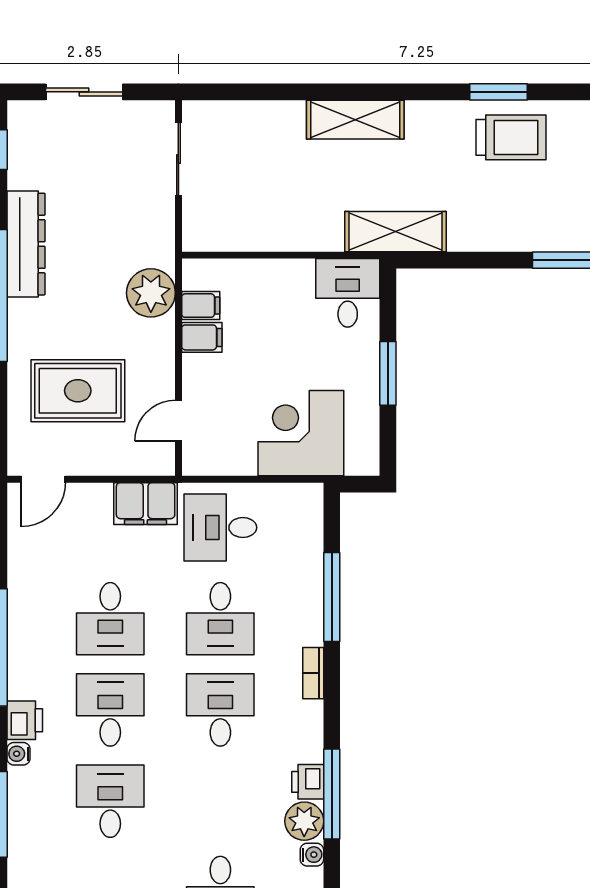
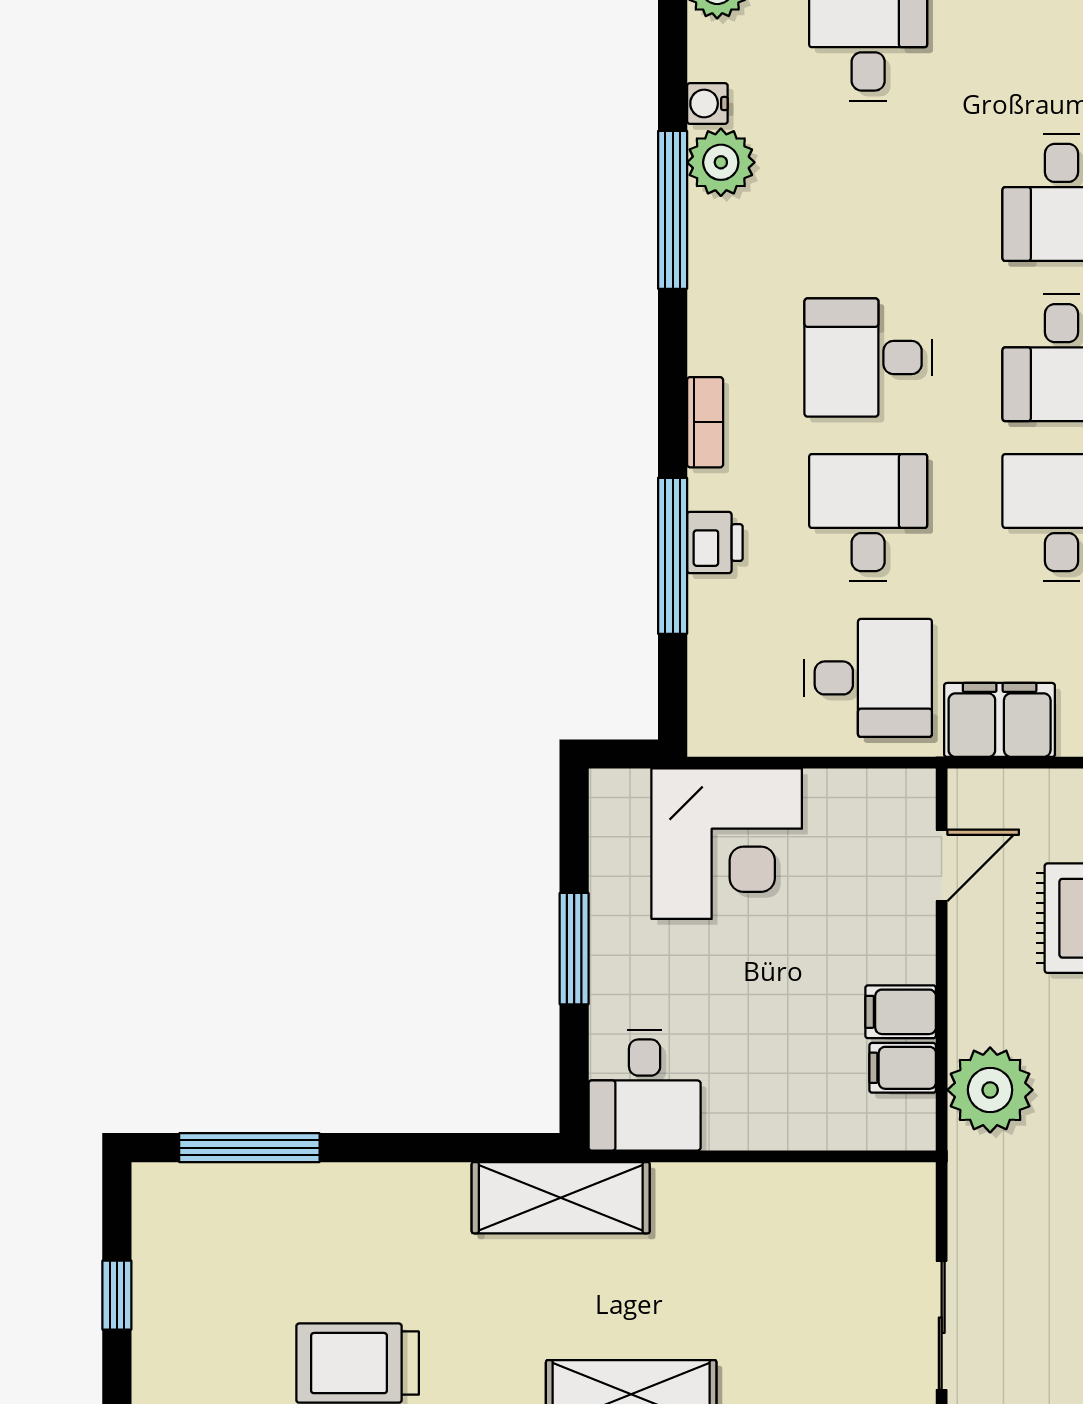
desk: (220, 710) -> (868, 358), turned 90
printer: (308, 782) -> (715, 543), moved

